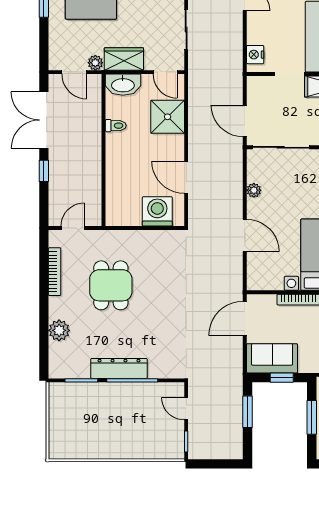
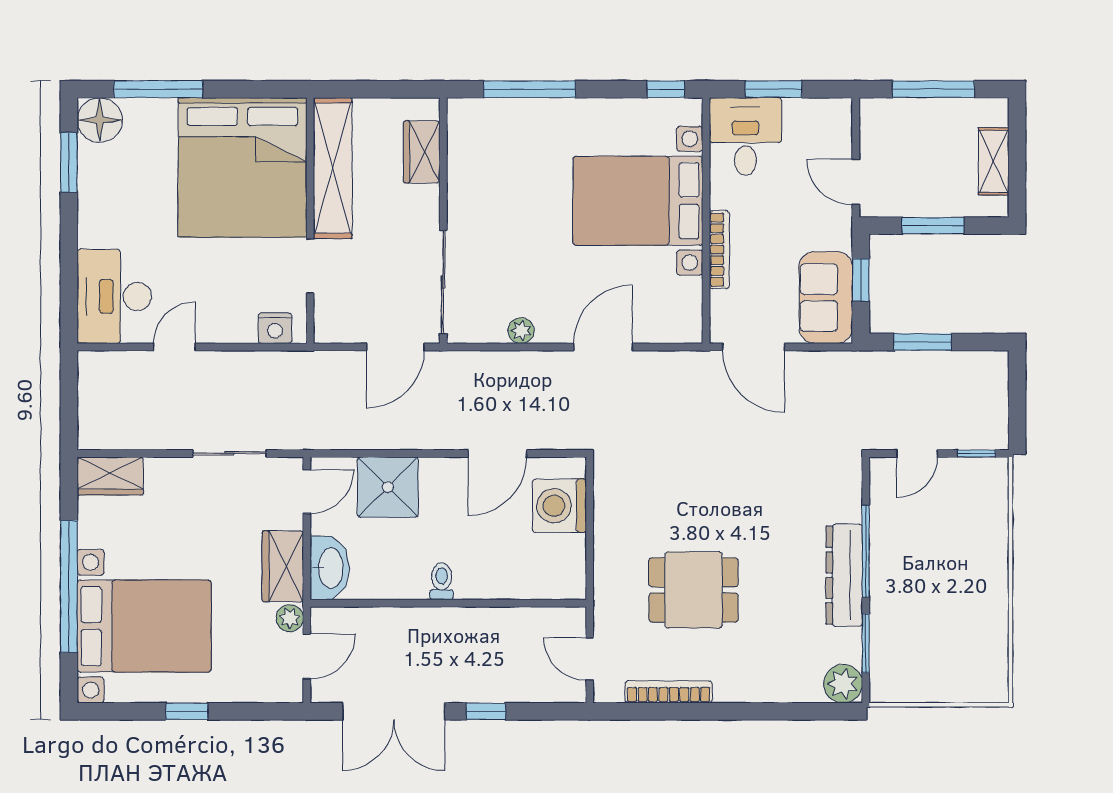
toilet: (116, 126) -> (442, 581), moved
plant: (59, 330) -> (843, 684), moved

